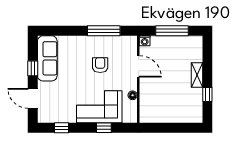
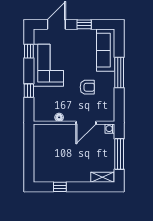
window: (104, 31) -> (119, 73), moved
sofa: (47, 58) -> (106, 50), moved, turned 90
shelving: (197, 75) -> (102, 177), moved
corner sofa: (99, 107) -> (48, 65), moved

